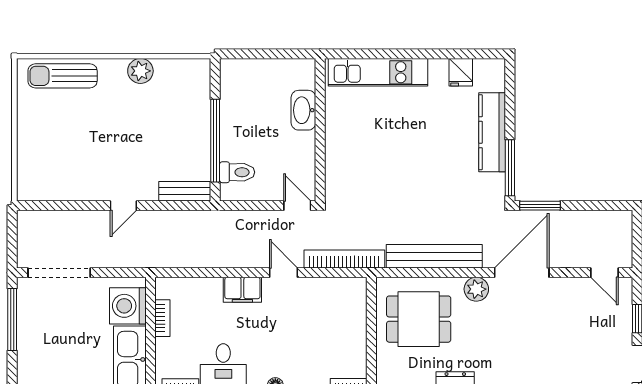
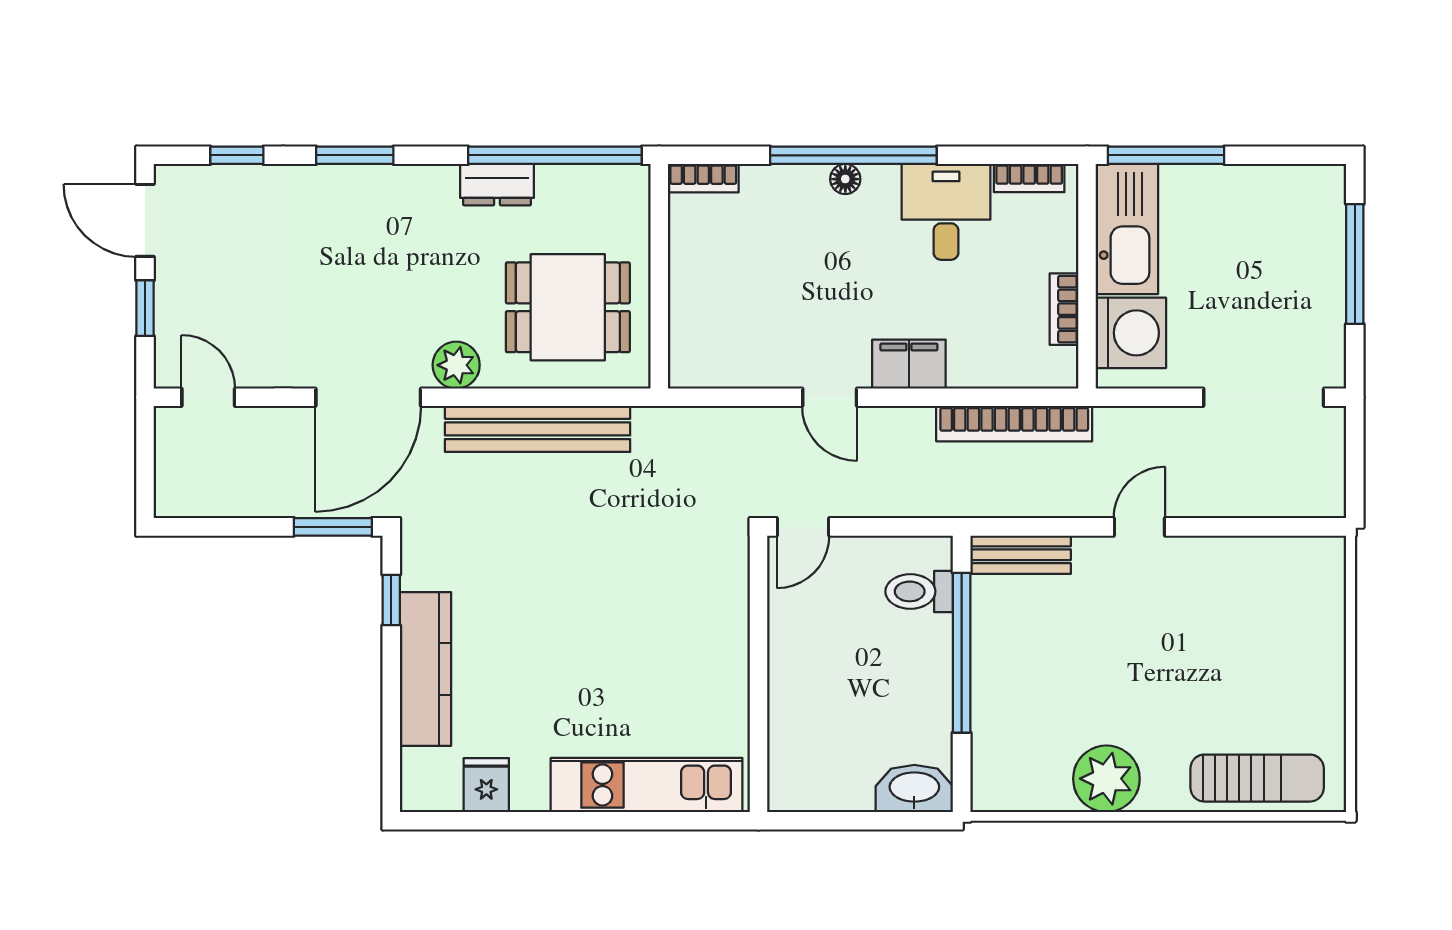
plant: (140, 71) -> (1106, 779), width x1.36, depth x1.36
washbasin: (303, 110) -> (914, 788), moved, turned -90
window: (510, 168) -> (391, 600), width x0.46
door: (297, 206) -> (803, 527), hinge flipped
bookcase: (344, 259) -> (1014, 424), moved
window: (12, 319) -> (1355, 264), moved

